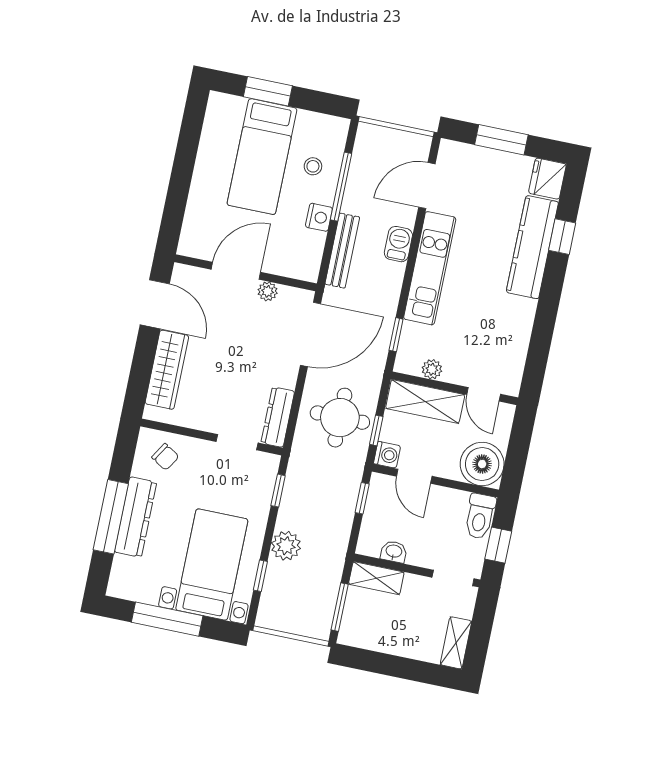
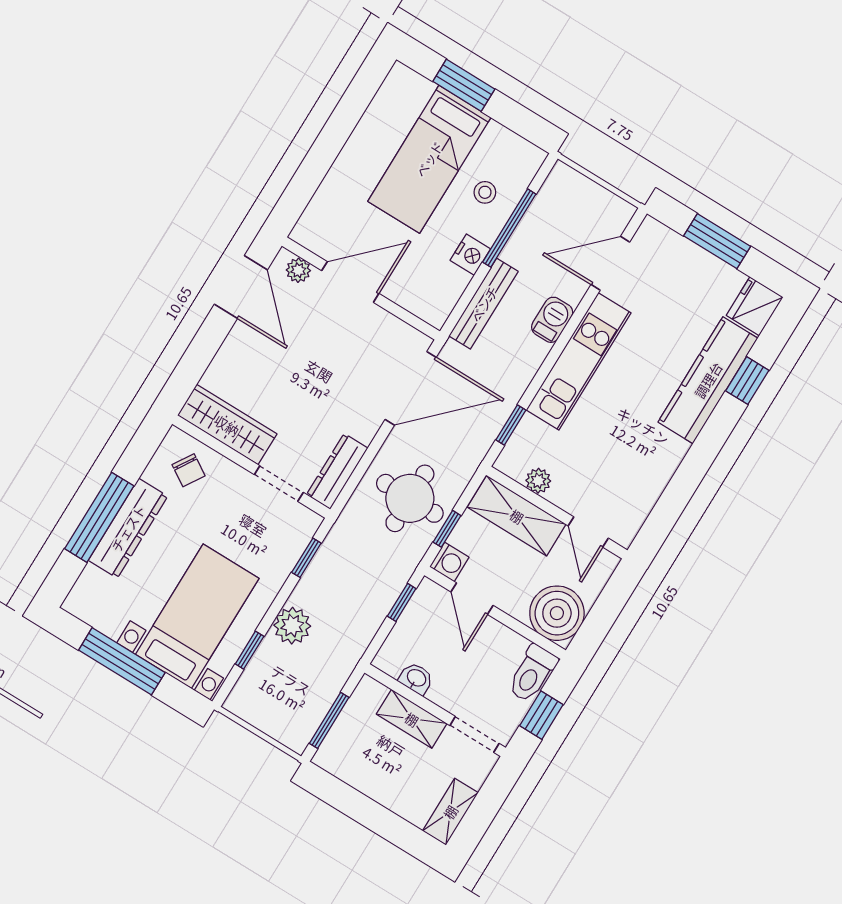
plant: (268, 291) -> (298, 270), moved
wardrobe: (167, 370) -> (227, 425), moved, turned -90
shelving: (376, 578) -> (412, 719), moved

